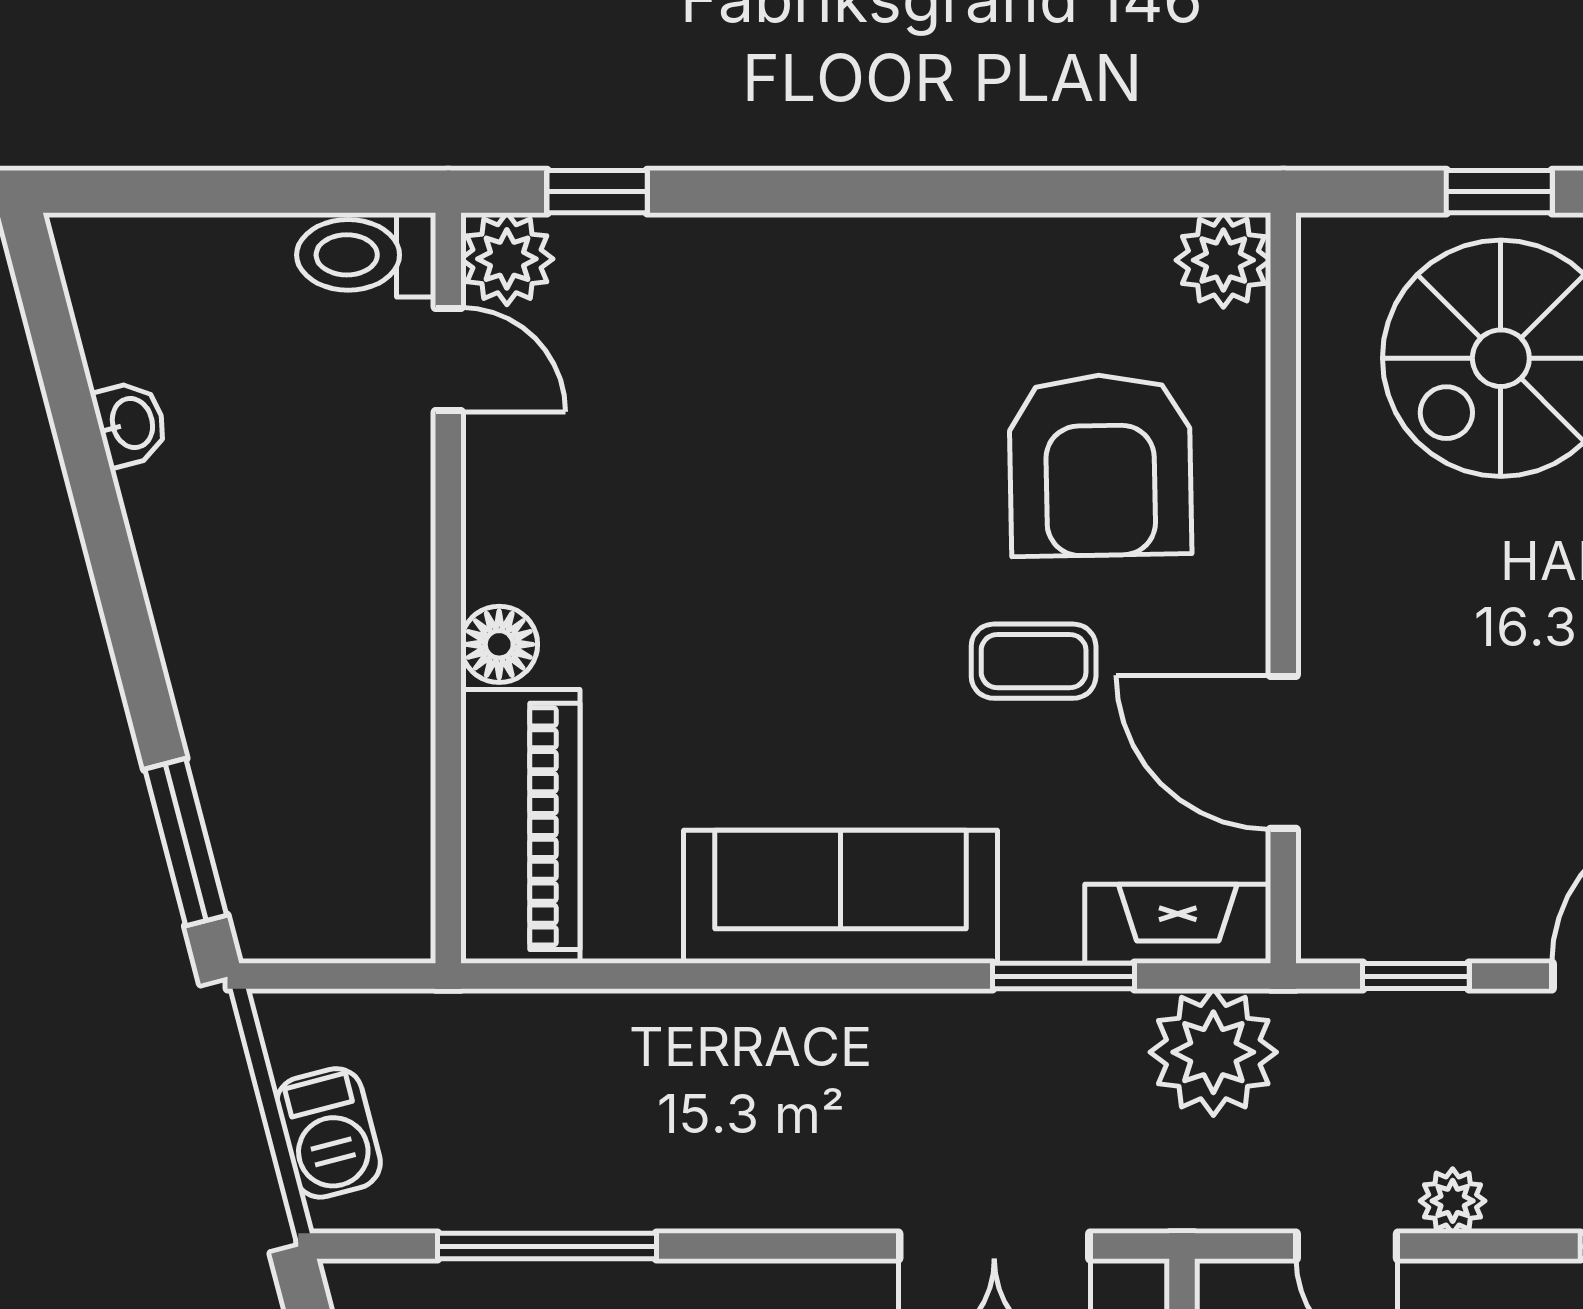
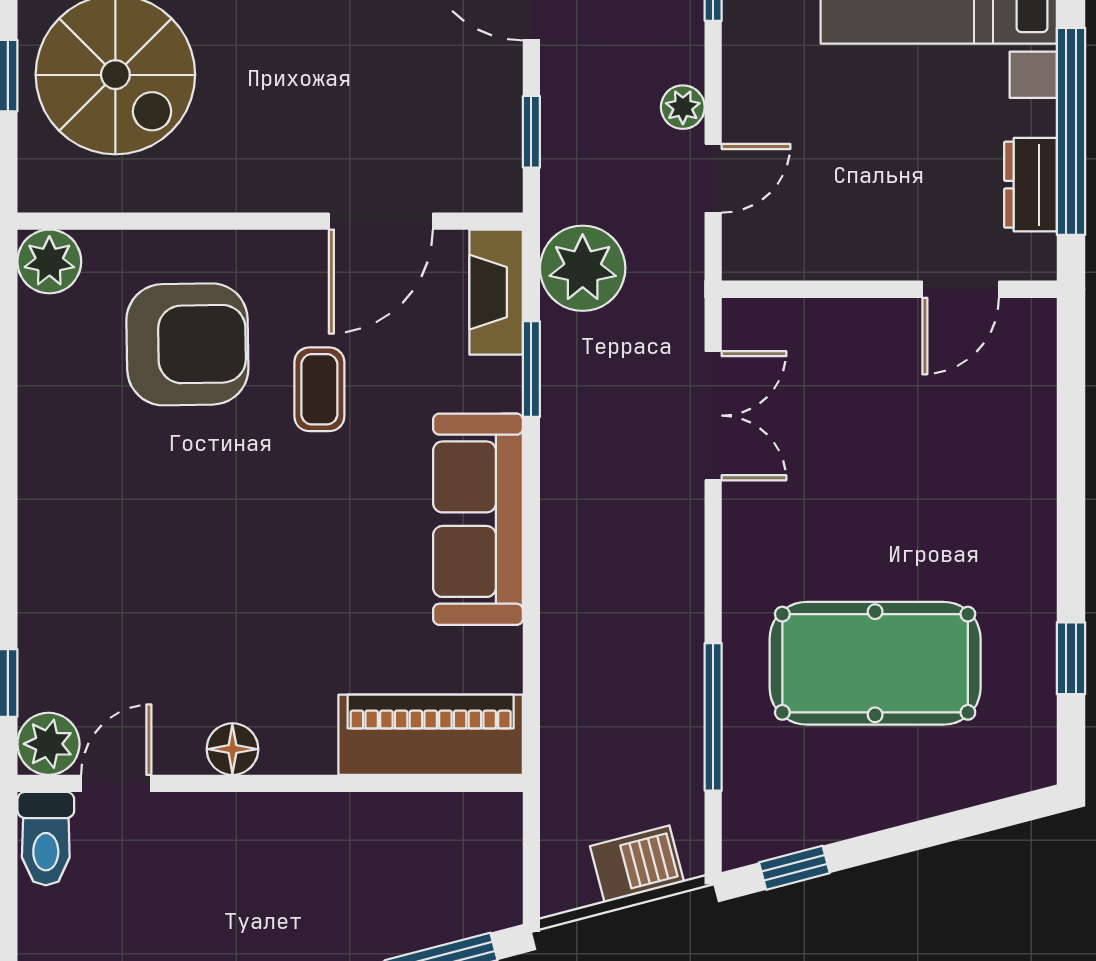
floor lamp: (499, 644) -> (232, 749), moved

